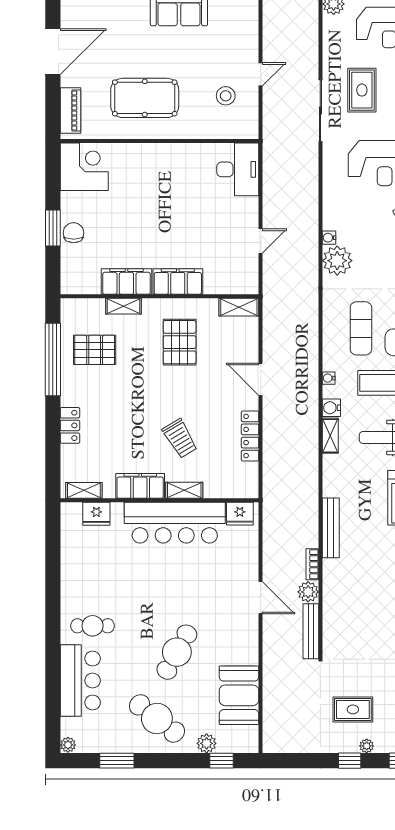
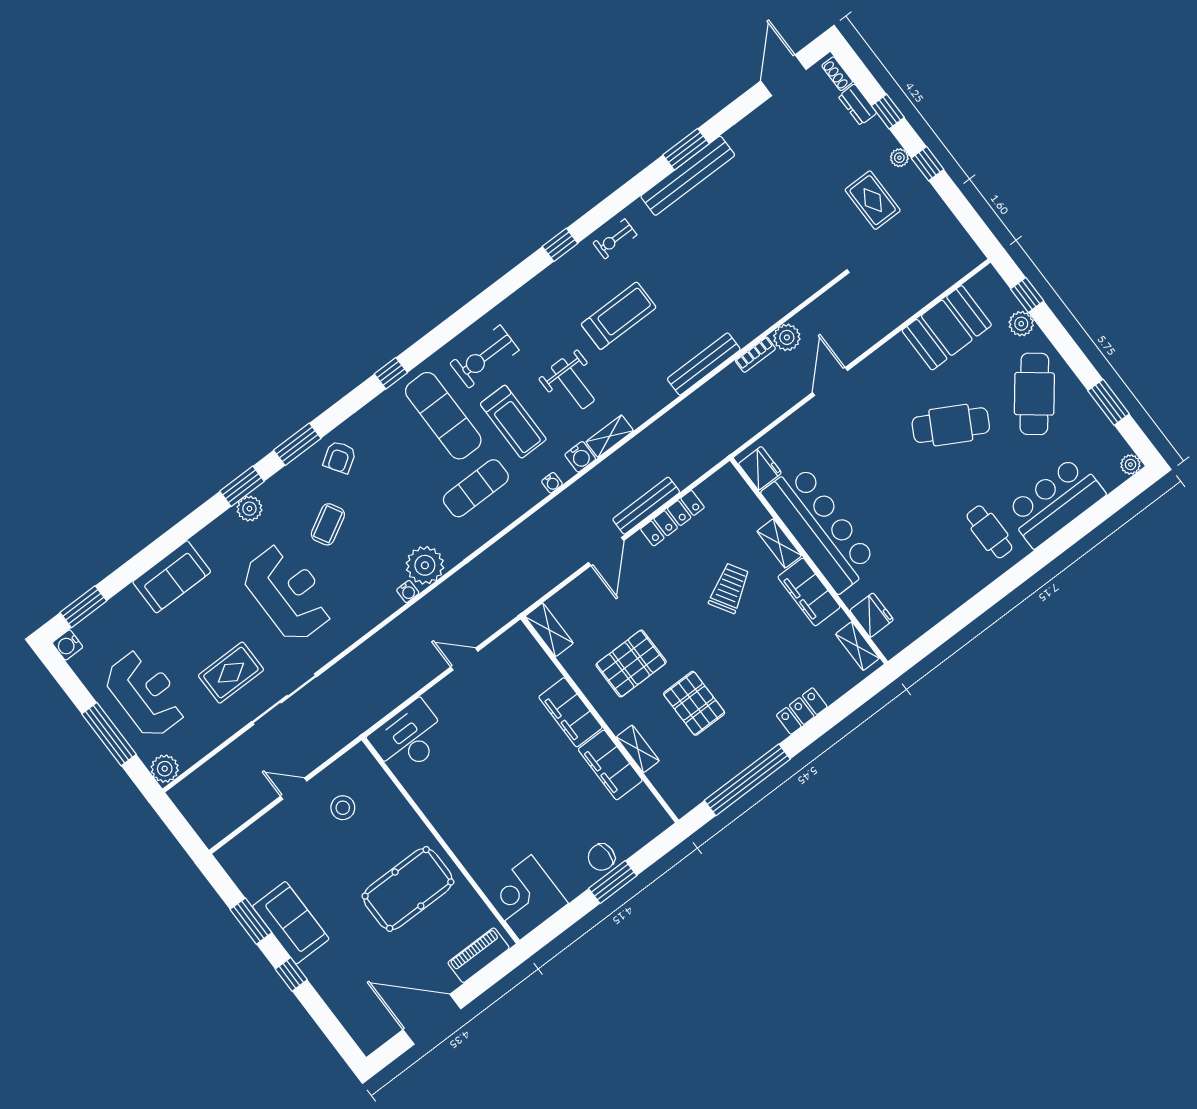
pool table: (145, 98) -> (408, 889), turned 90
pallet: (95, 350) -> (694, 703), moved
bench: (311, 631) -> (646, 506), moved

